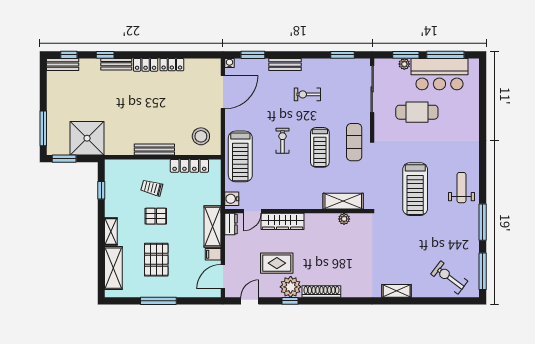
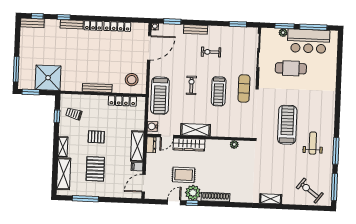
locker: (172, 65) -> (117, 26), width x1.53
trolley: (152, 188) -> (74, 114), moved
weight bench: (461, 188) -> (313, 143), moved
treadmill: (415, 189) -> (287, 125), turned 180
shelving: (343, 201) -> (195, 130), moved
window: (158, 301) -> (85, 199), moved
door: (250, 301) -> (174, 202), moved

